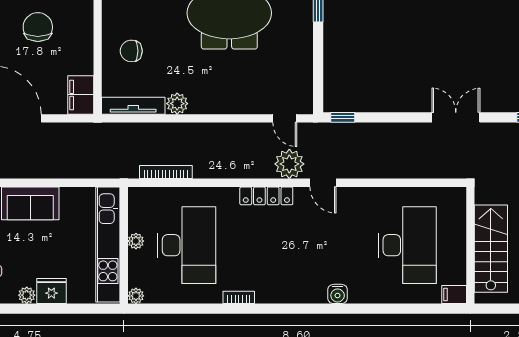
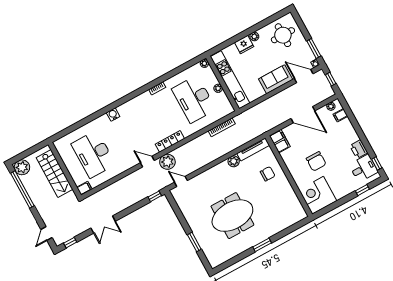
filing cabinet: (454, 294) -> (84, 188), moved

